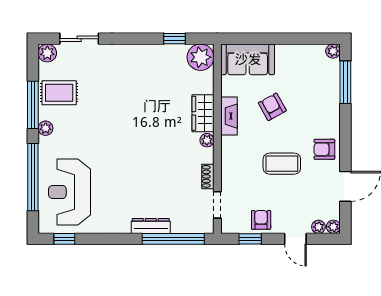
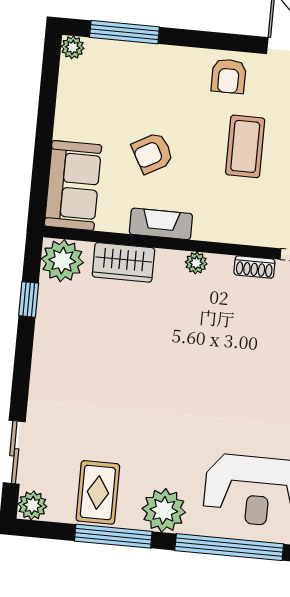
wardrobe: (203, 113) -> (123, 262), moved
plant: (46, 128) -> (164, 510), width x1.88, depth x1.88

